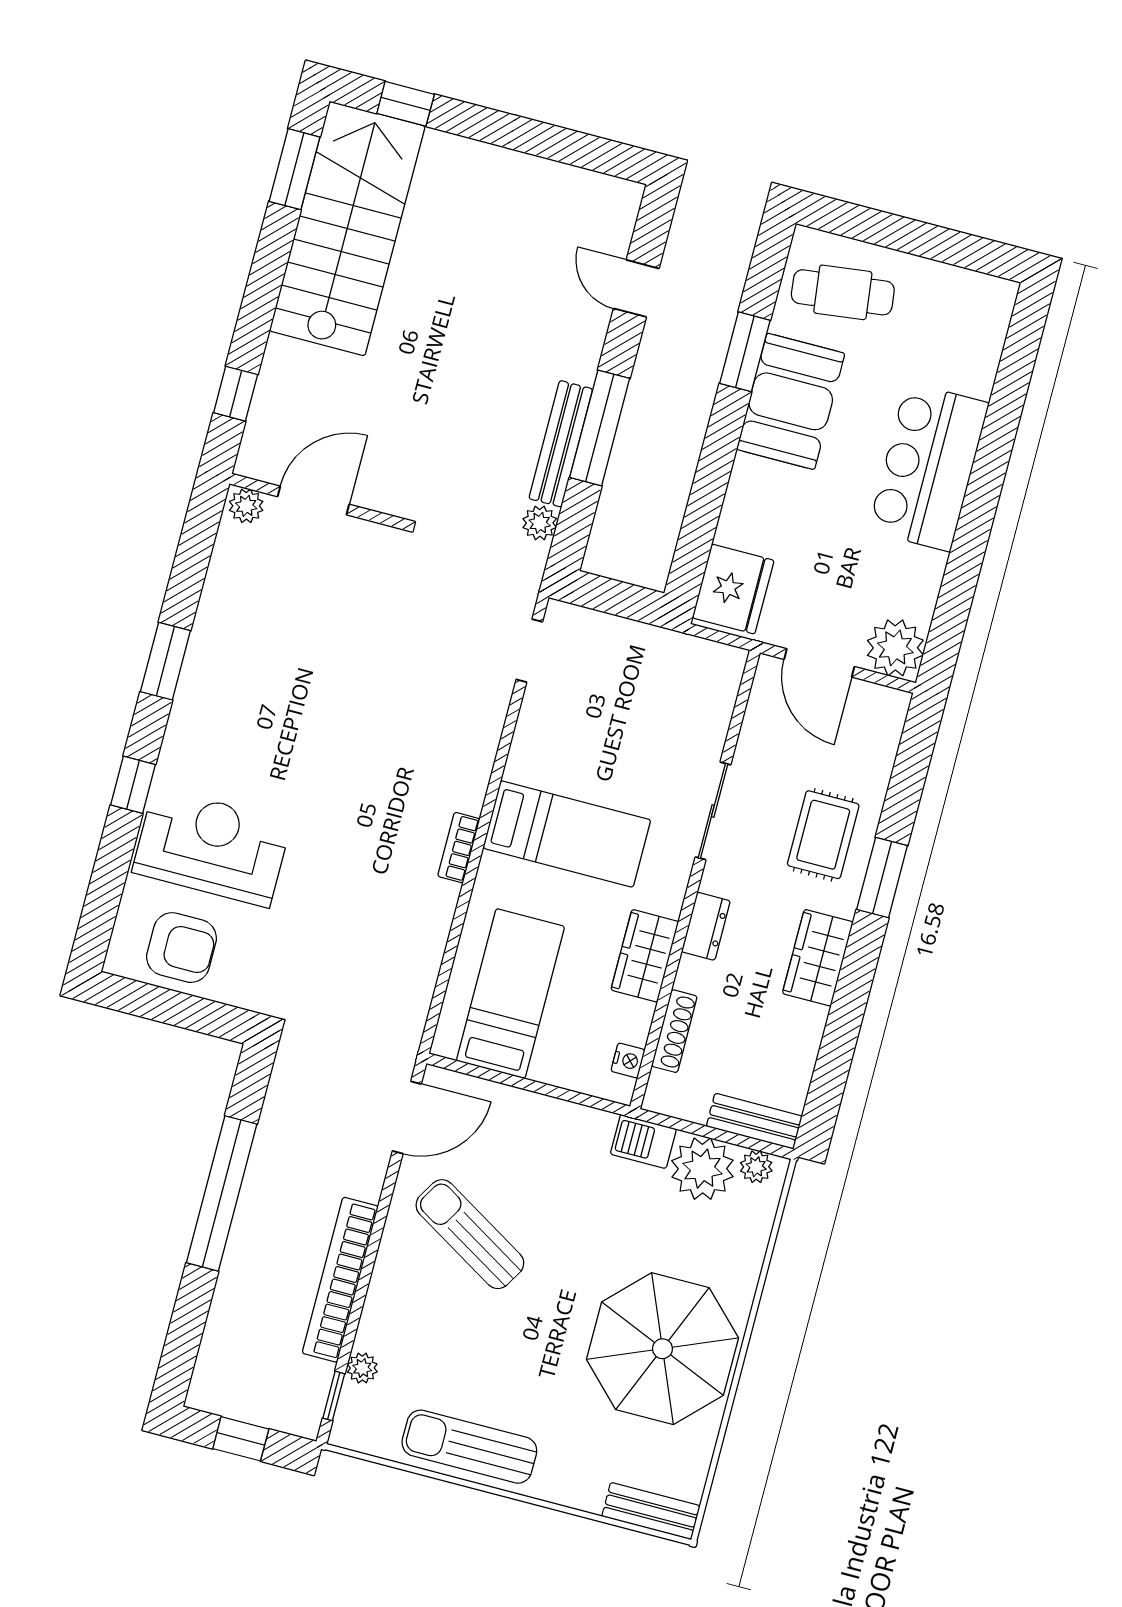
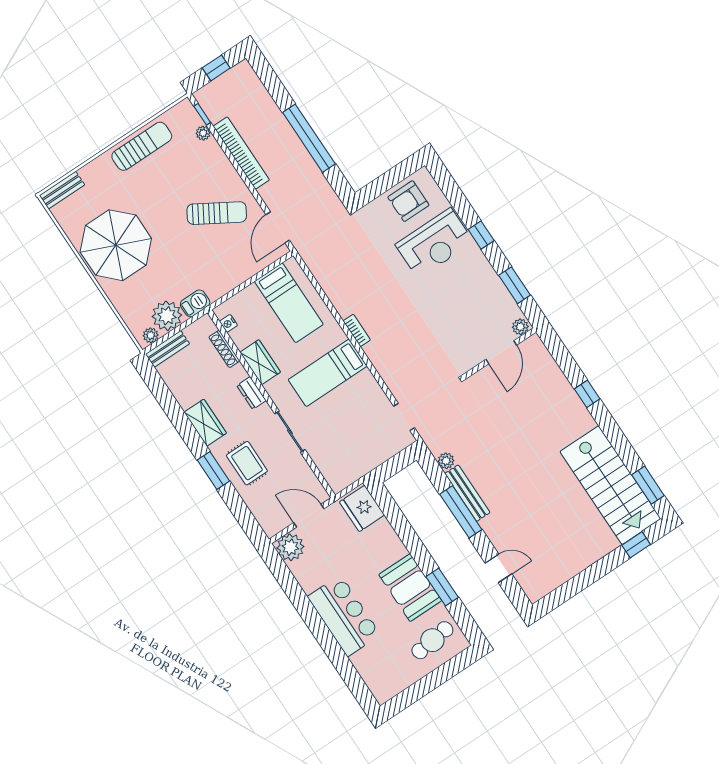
door: (313, 500) -> (501, 352), moved
wall: (317, 501) -> (500, 353), moved
plant: (246, 506) -> (520, 327), moved

